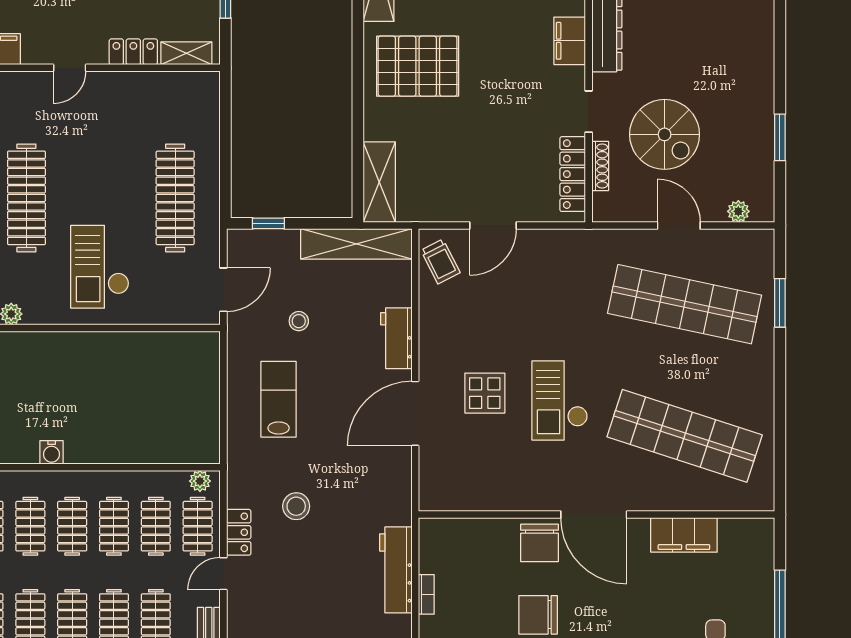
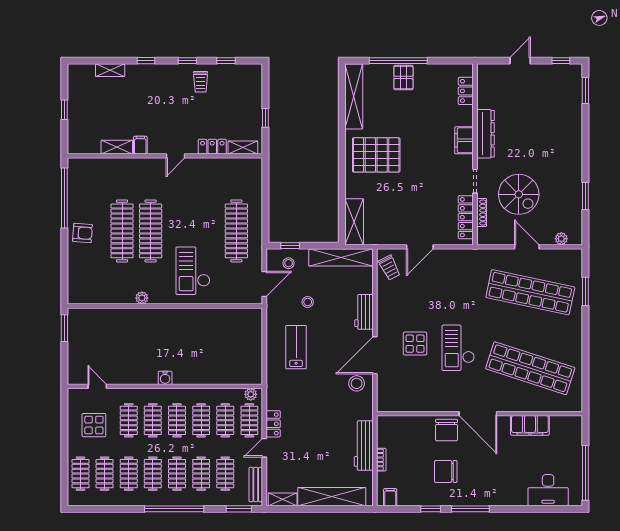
stool: (266, 254) -> (289, 263), added
stool: (296, 506) -> (357, 383), moved

